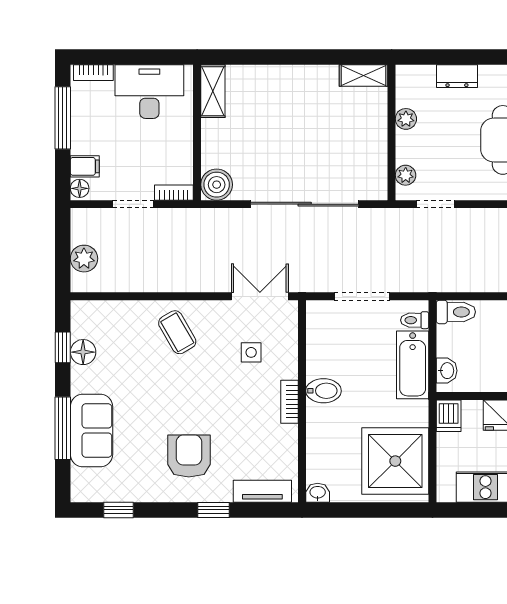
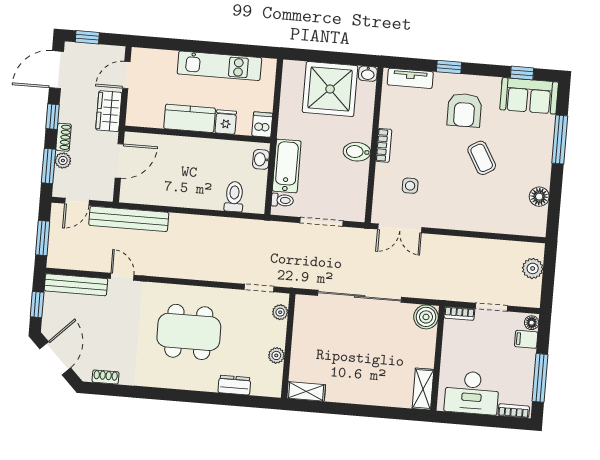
toilet: (456, 312) -> (234, 197), moved, turned 90
coffee table: (177, 332) -> (482, 158), moved
window: (63, 347) -> (555, 202), removed
sofa: (91, 430) -> (529, 96), moved, turned -90
shower: (395, 461) -> (330, 89), moved

